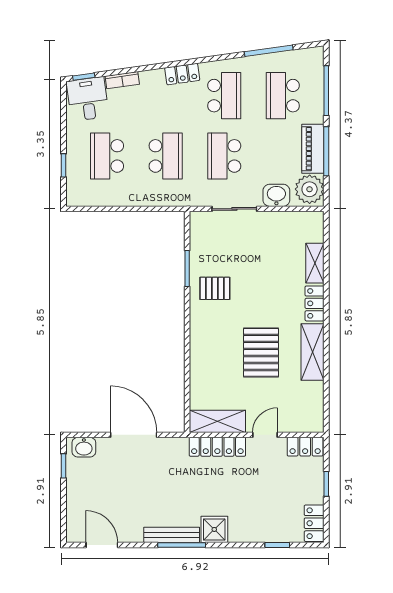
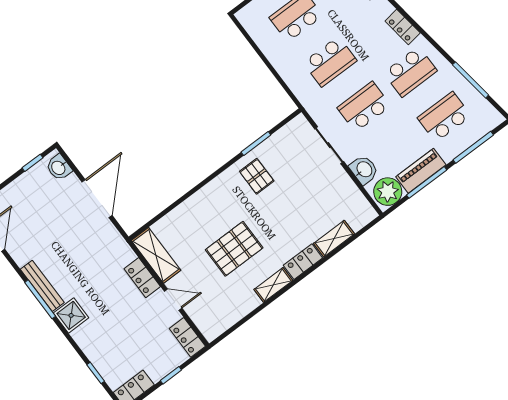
shelving: (313, 352) -> (273, 285), width x0.67, depth x0.75
locker: (217, 447) -> (142, 278), width x0.66

